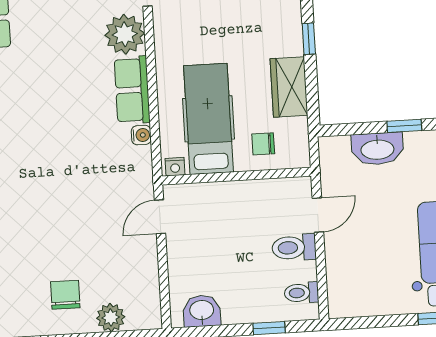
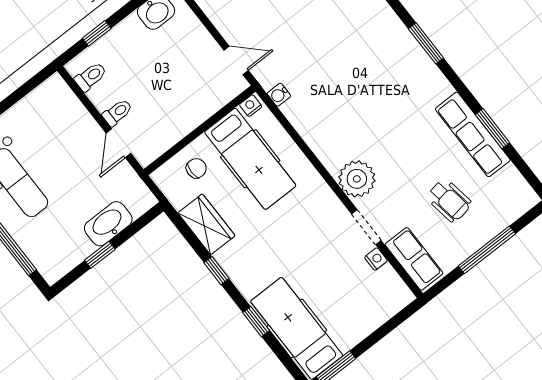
row of seats: (132, 90) -> (322, 141), removed
water cooler: (141, 135) -> (279, 95), moved
door: (160, 217) -> (236, 60), hinge flipped
toilet: (294, 247) -> (117, 112), width x0.73, depth x0.72

